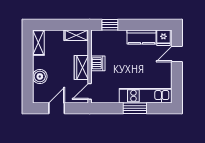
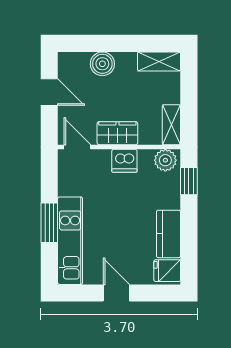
plant: (97, 39) -> (165, 160), added
door: (177, 54) -> (116, 293), moved

